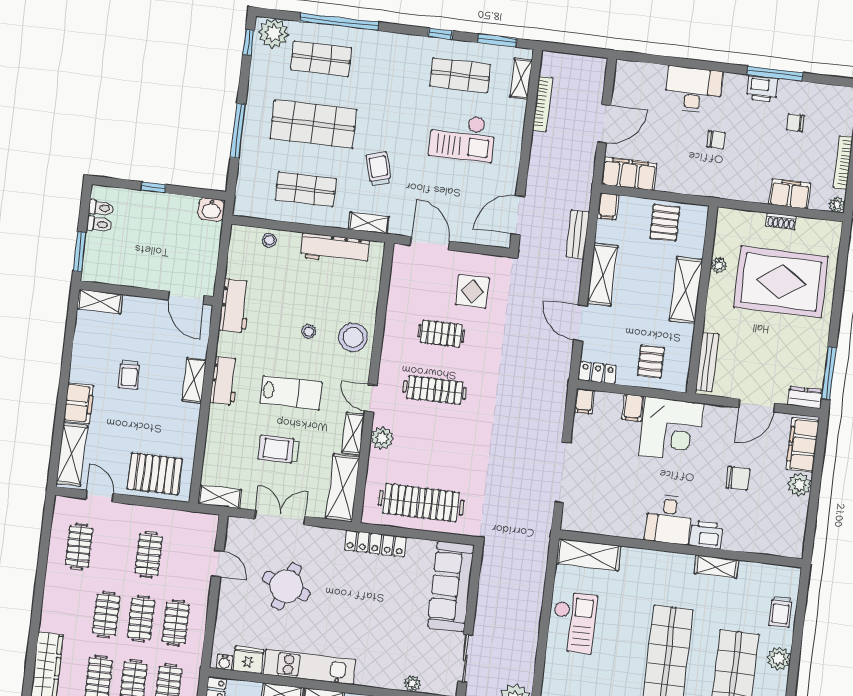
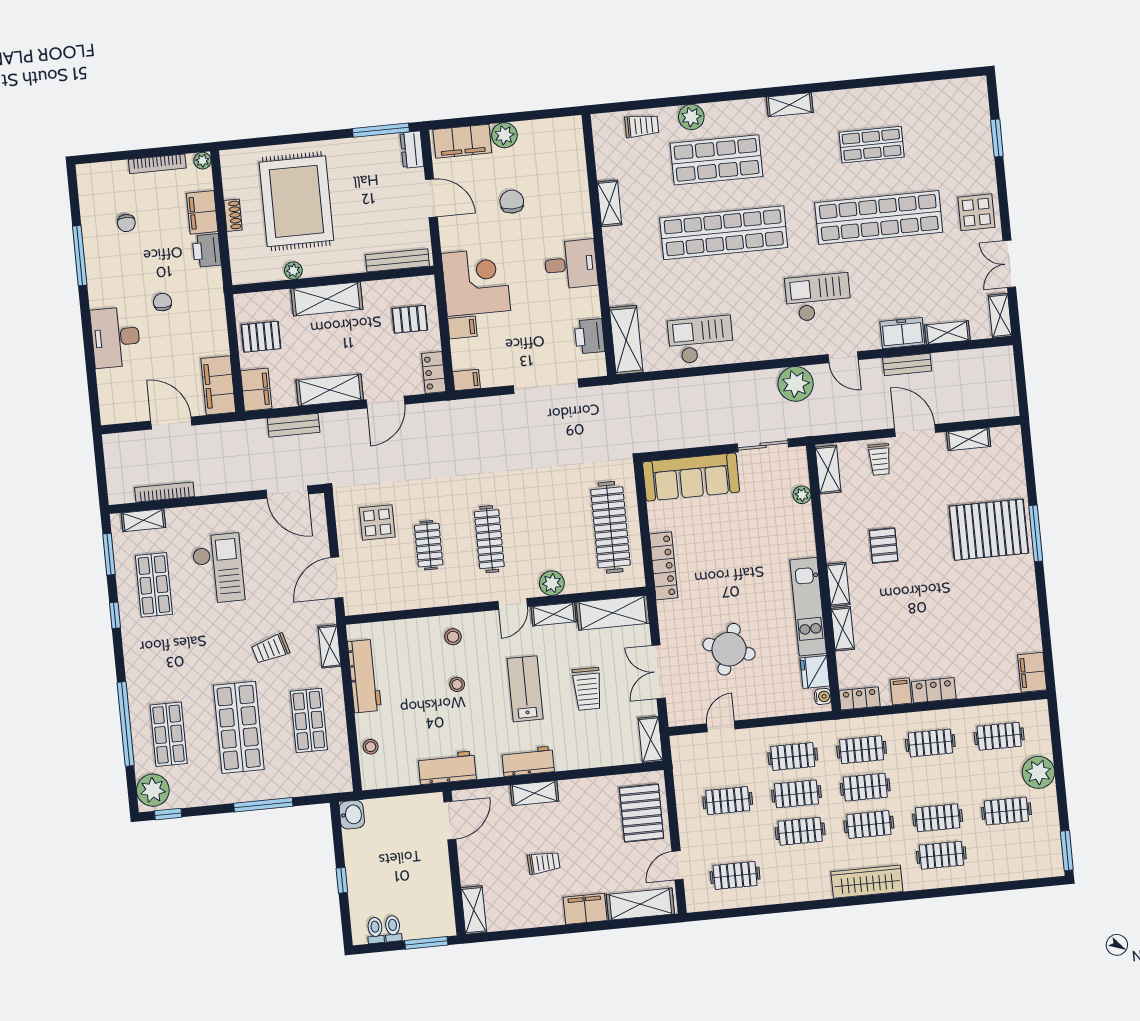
printer: (762, 89) -> (207, 250), moved, turned 180
filing cabinet: (608, 206) -> (256, 390), width x2.00
stool: (353, 337) -> (453, 637), width x0.53, depth x0.53
printer: (706, 535) -> (589, 336), moved

